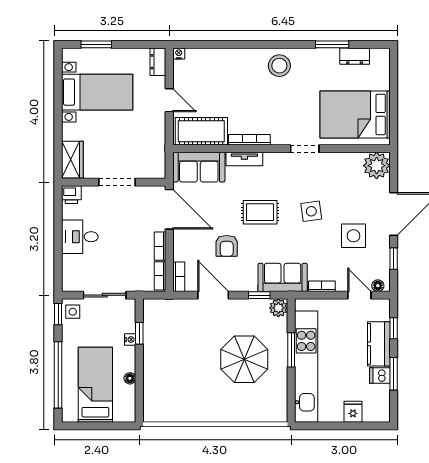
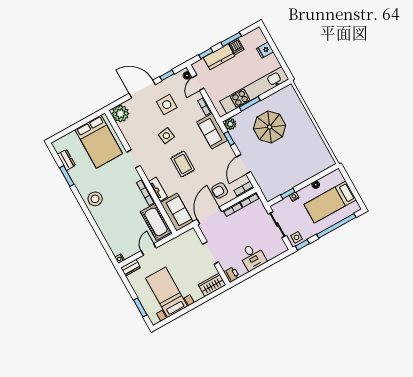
armchair: (227, 246) -> (220, 191), moved, turned 180

